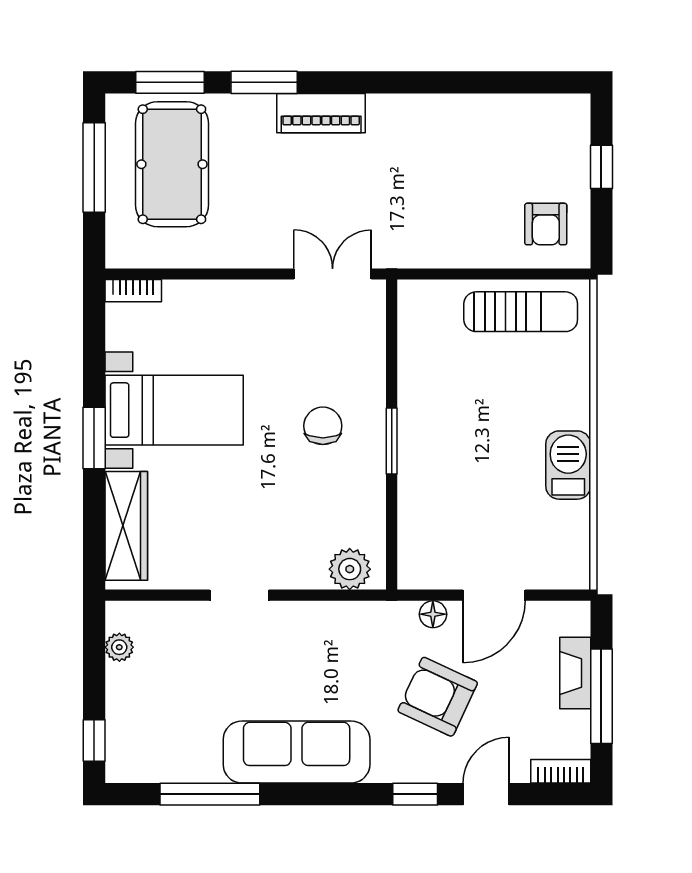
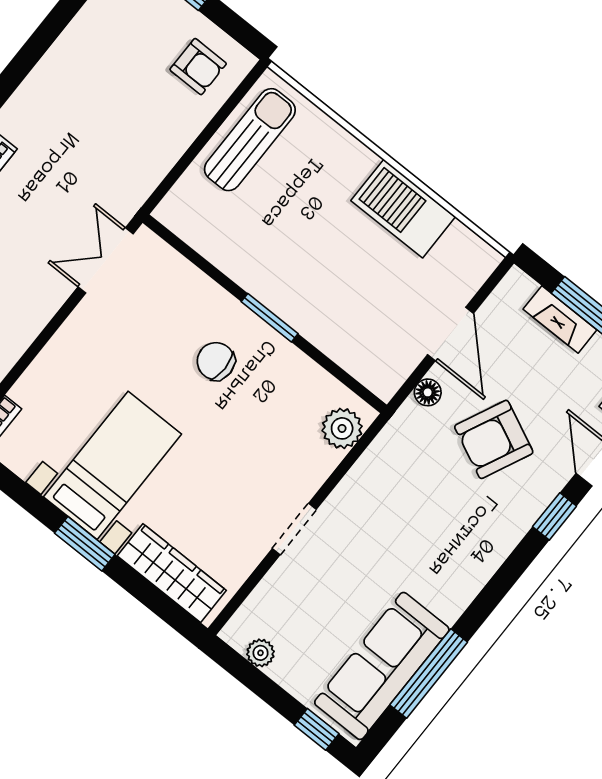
barbecue: (568, 465) -> (403, 209), width x1.37, depth x1.21
sofa: (297, 752) -> (382, 666), moved

